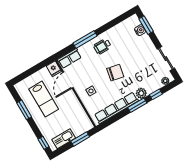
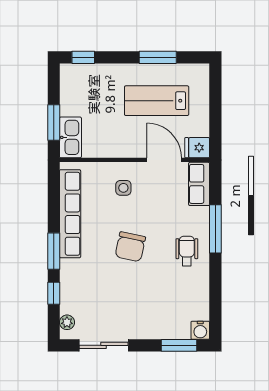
water cooler: (140, 30) -> (200, 330), moved
plant: (141, 93) -> (70, 270), removed
kitchen sink: (64, 139) -> (70, 137), moved

